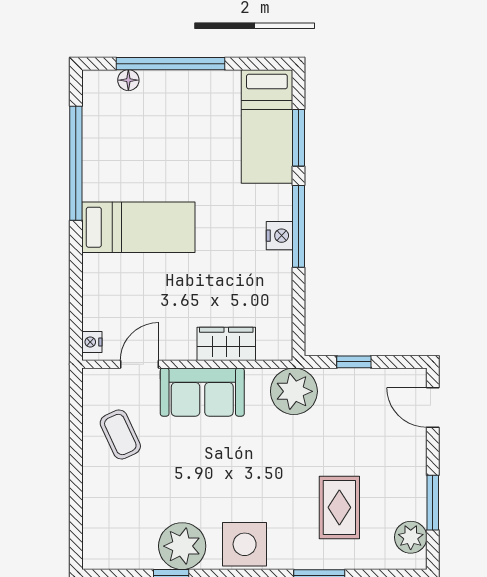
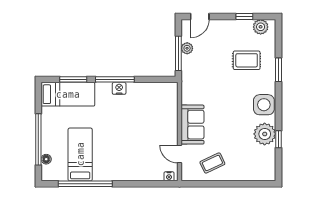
bed: (138, 227) -> (80, 154), moved
wardrobe: (226, 344) -> (170, 113), removed
window: (354, 362) -> (178, 53), width x2.17
plant: (294, 391) -> (187, 48), moved, width x0.53, depth x0.53
window: (433, 503) -> (244, 16), width x0.67

